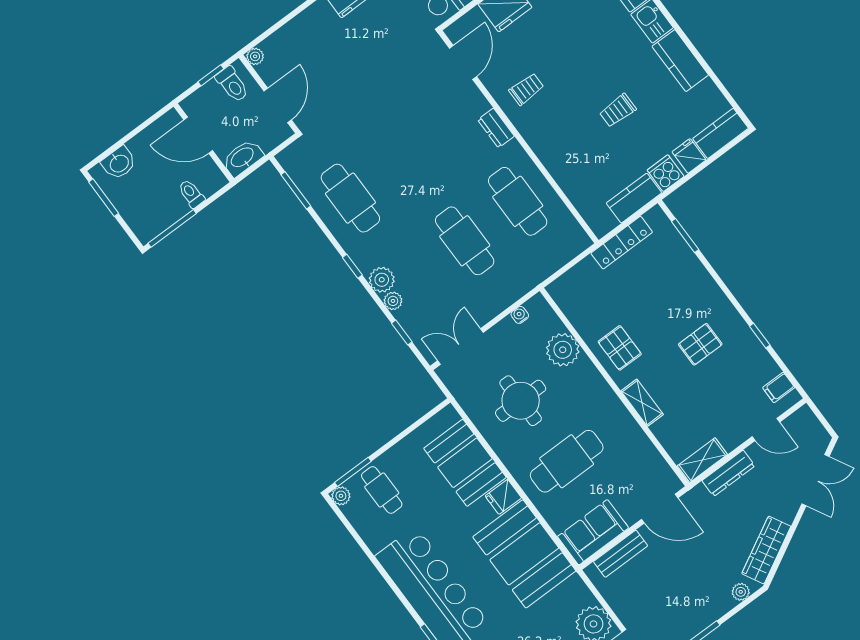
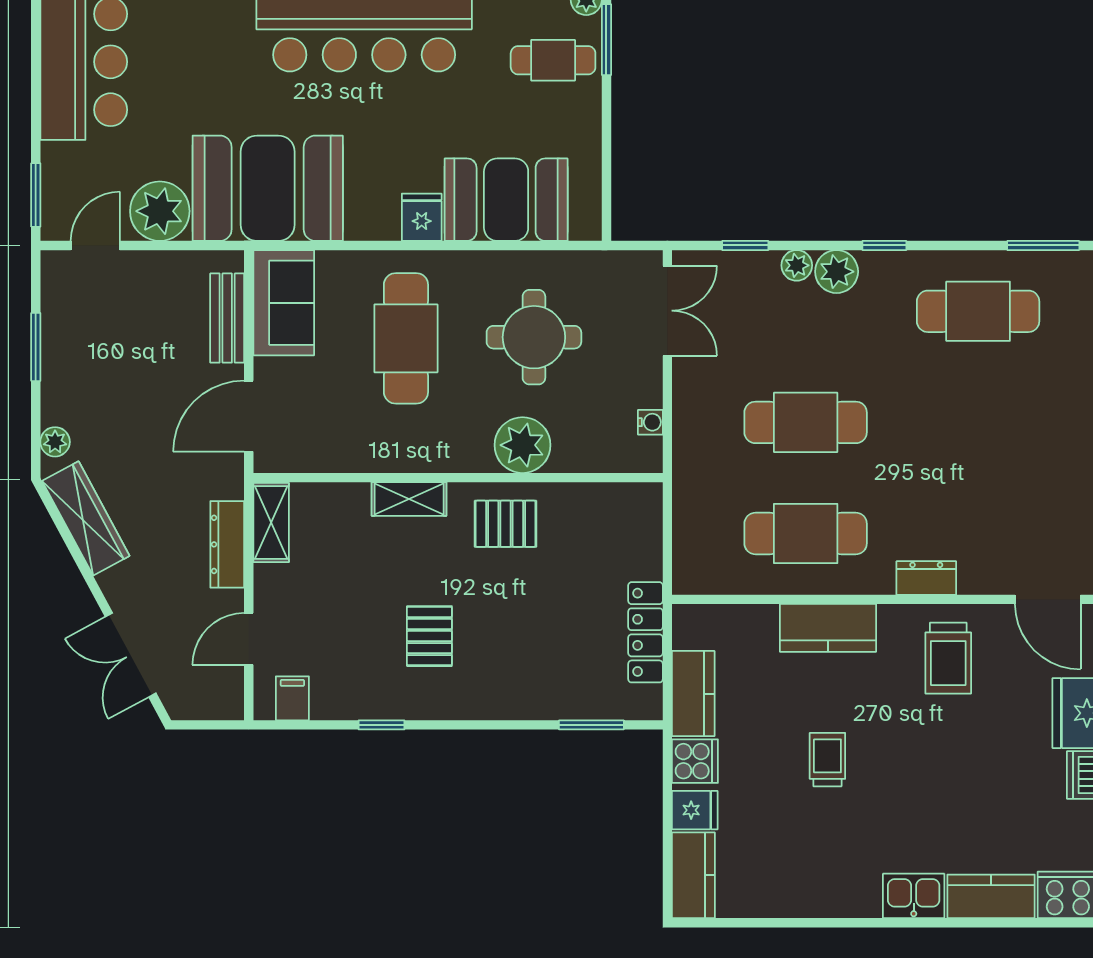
kitchen counter: (680, 61) -> (828, 628), moved, turned 180
trolley: (526, 89) -> (948, 658), width x1.36, depth x1.39
plant: (563, 350) -> (522, 445), moved
booth: (524, 554) -> (268, 188), moved

